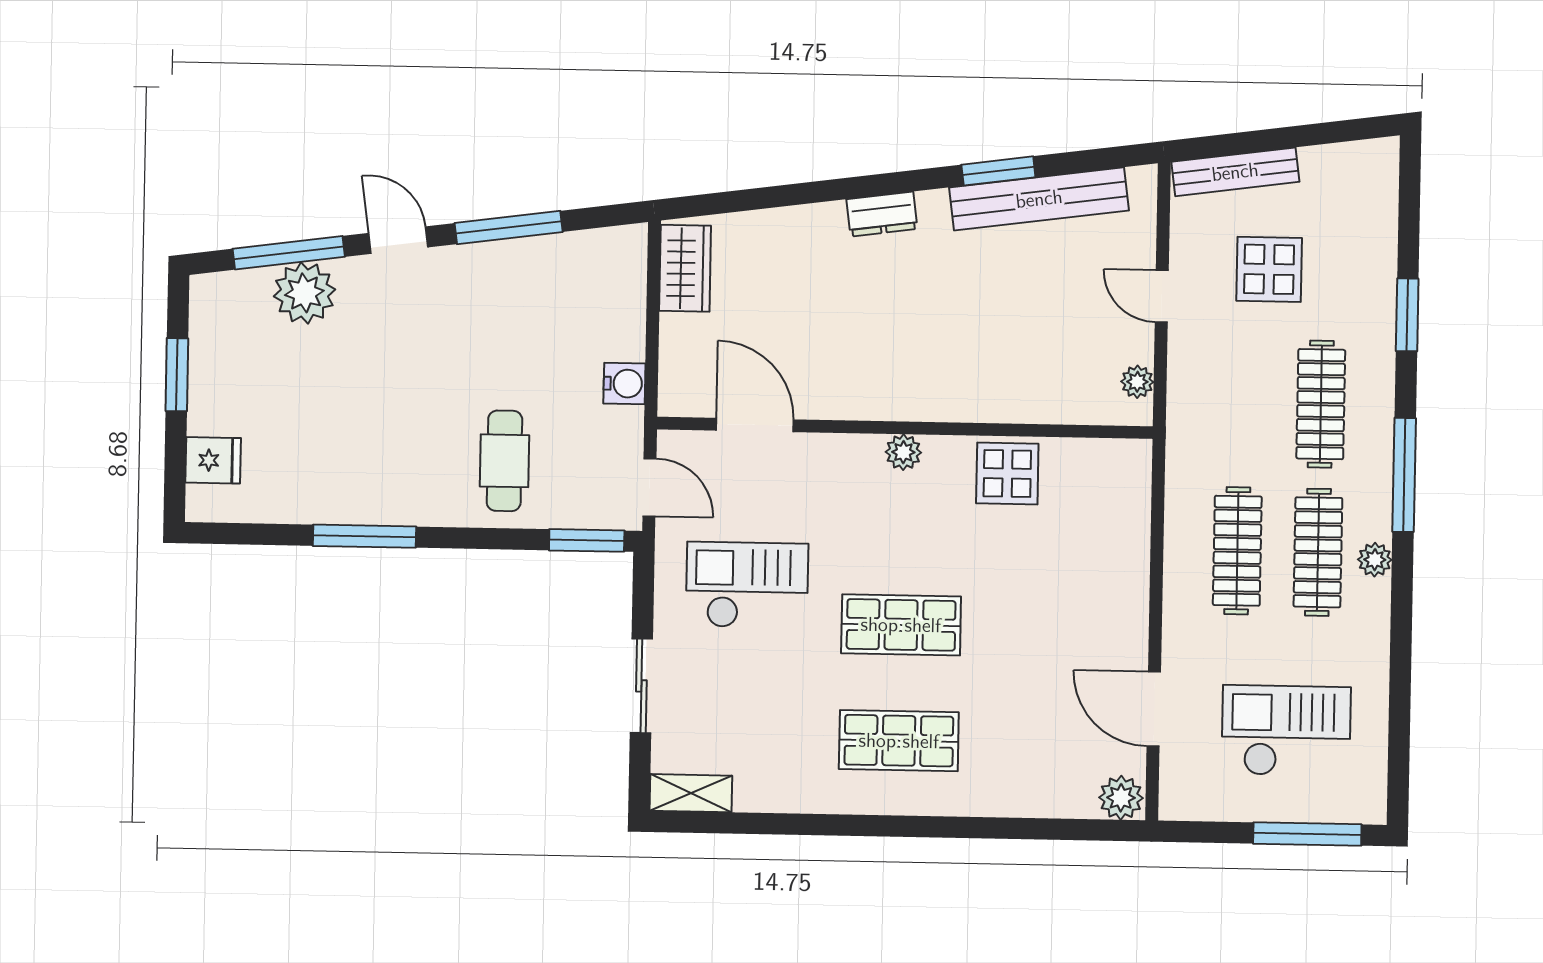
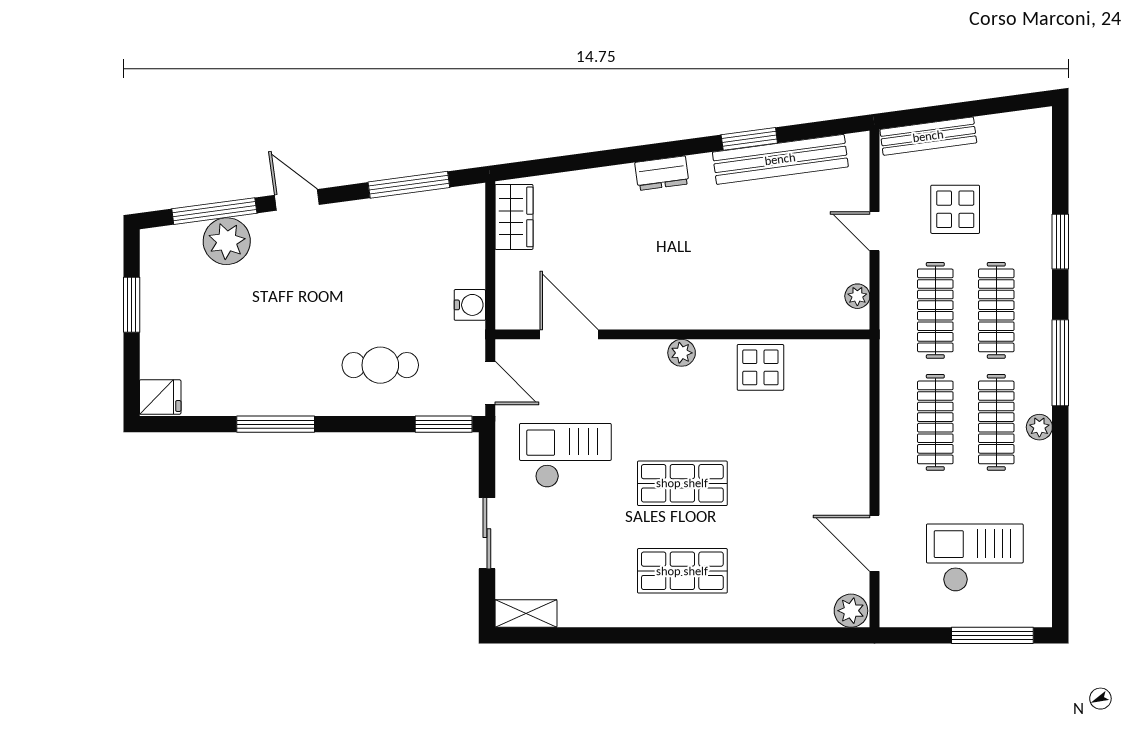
window: (509, 227) -> (409, 185), moved
clothes rail: (1240, 403) -> (935, 310), added
fridge: (213, 460) -> (160, 397), moved
cafe table: (504, 461) -> (380, 365), turned 90

